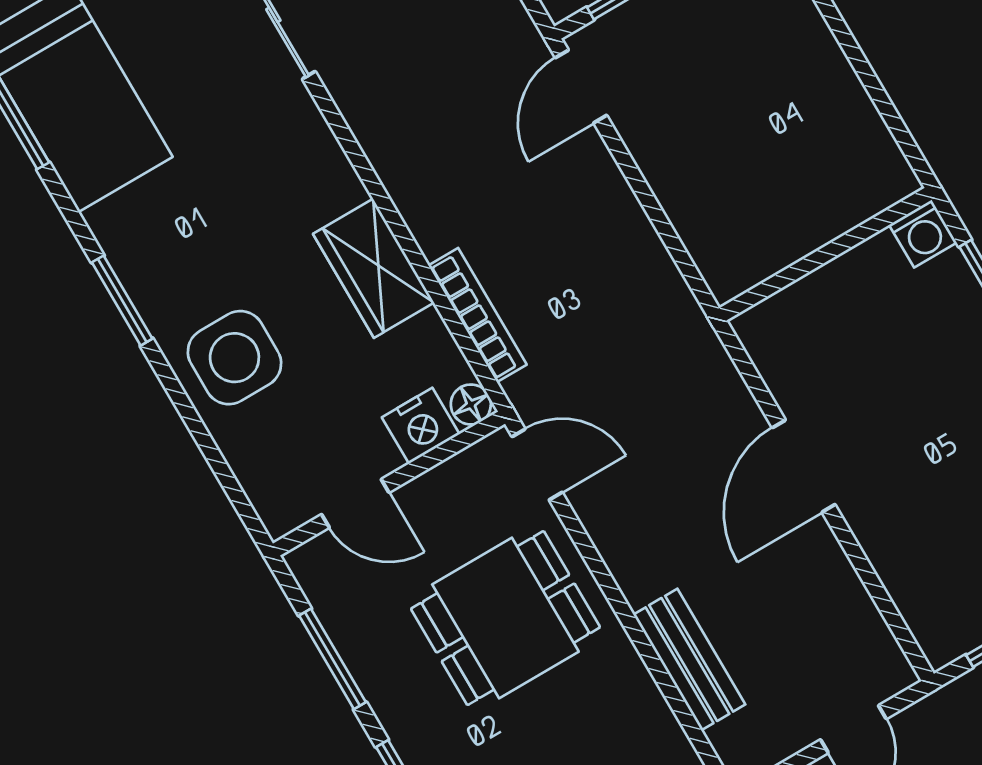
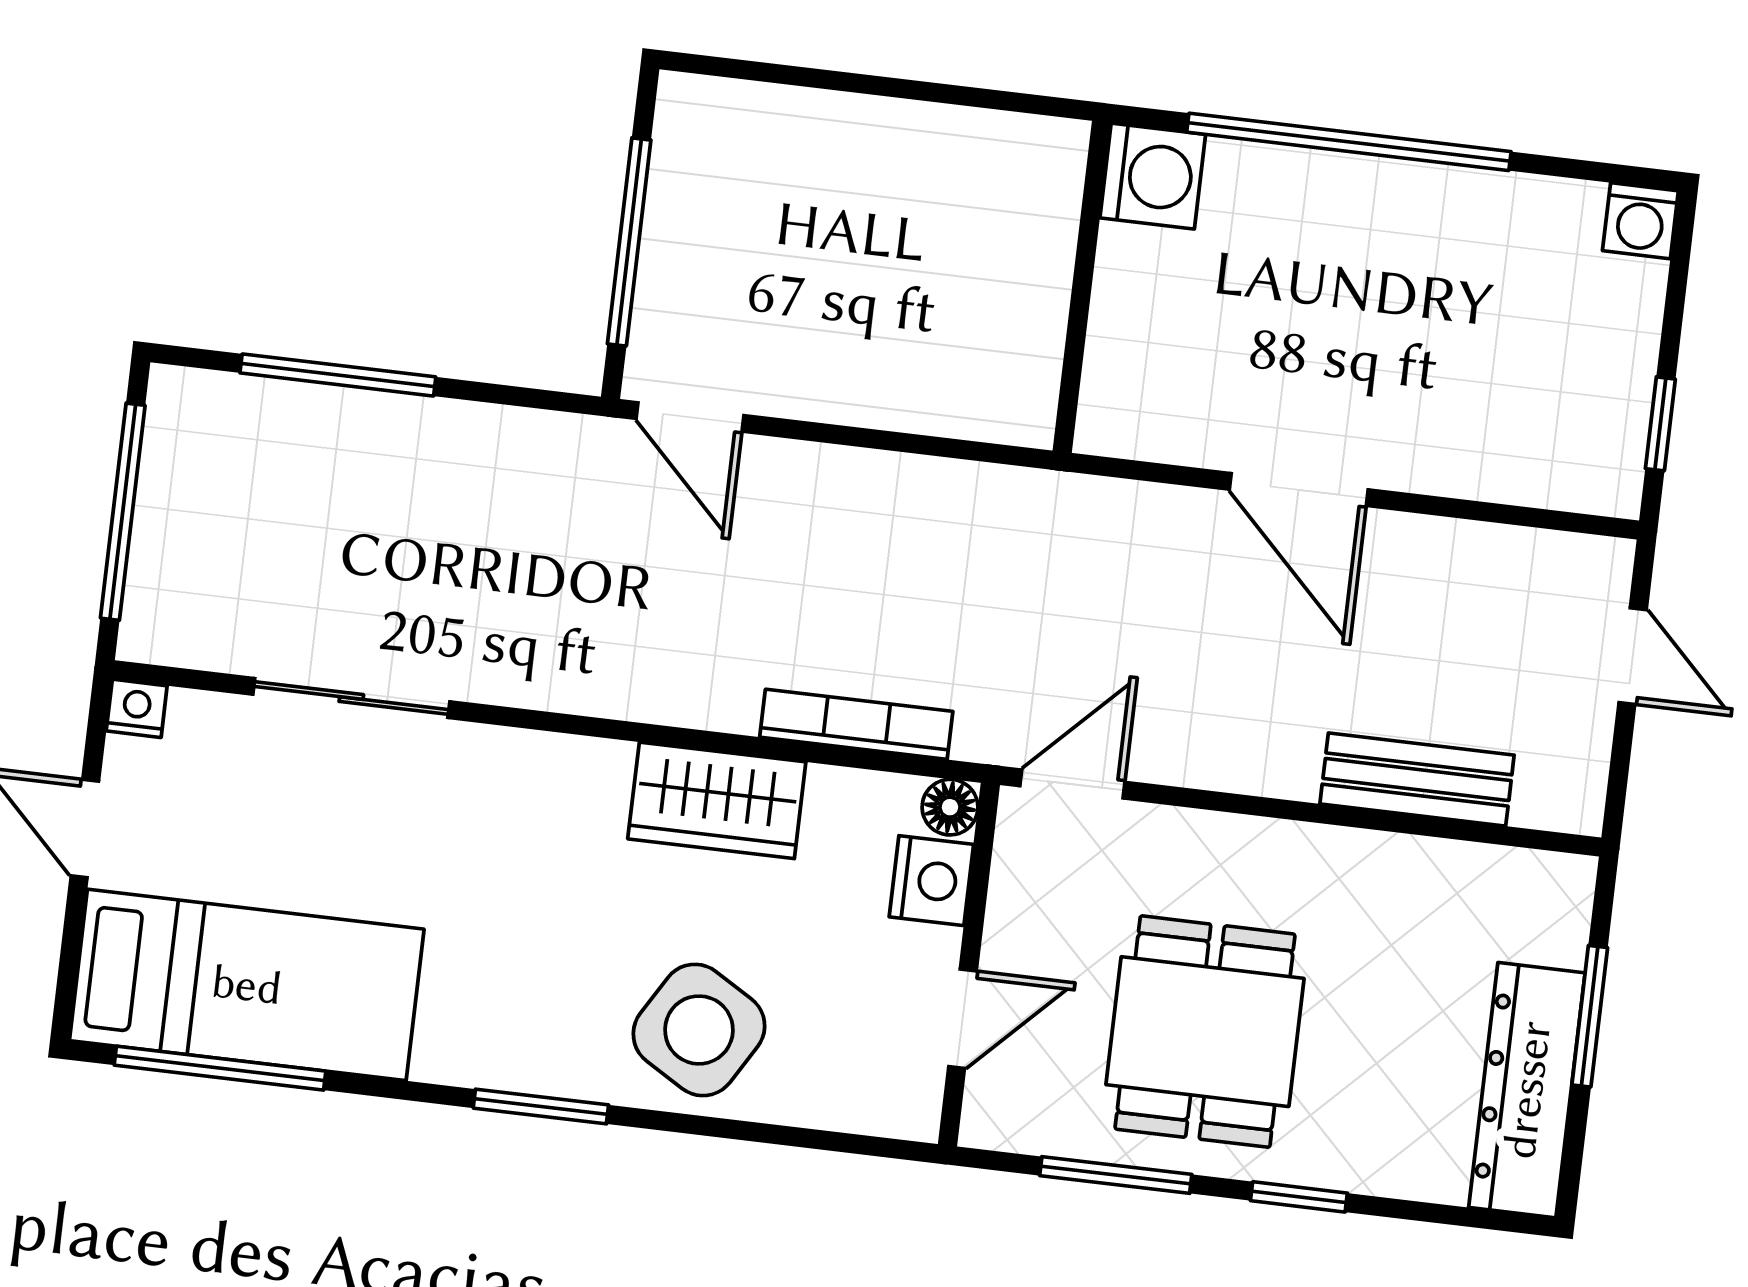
washing machine: (923, 234) -> (1153, 176), width x1.38, depth x1.38
side table: (234, 358) -> (699, 1030), turned 31
dining table: (505, 618) -> (1205, 1032), moved

